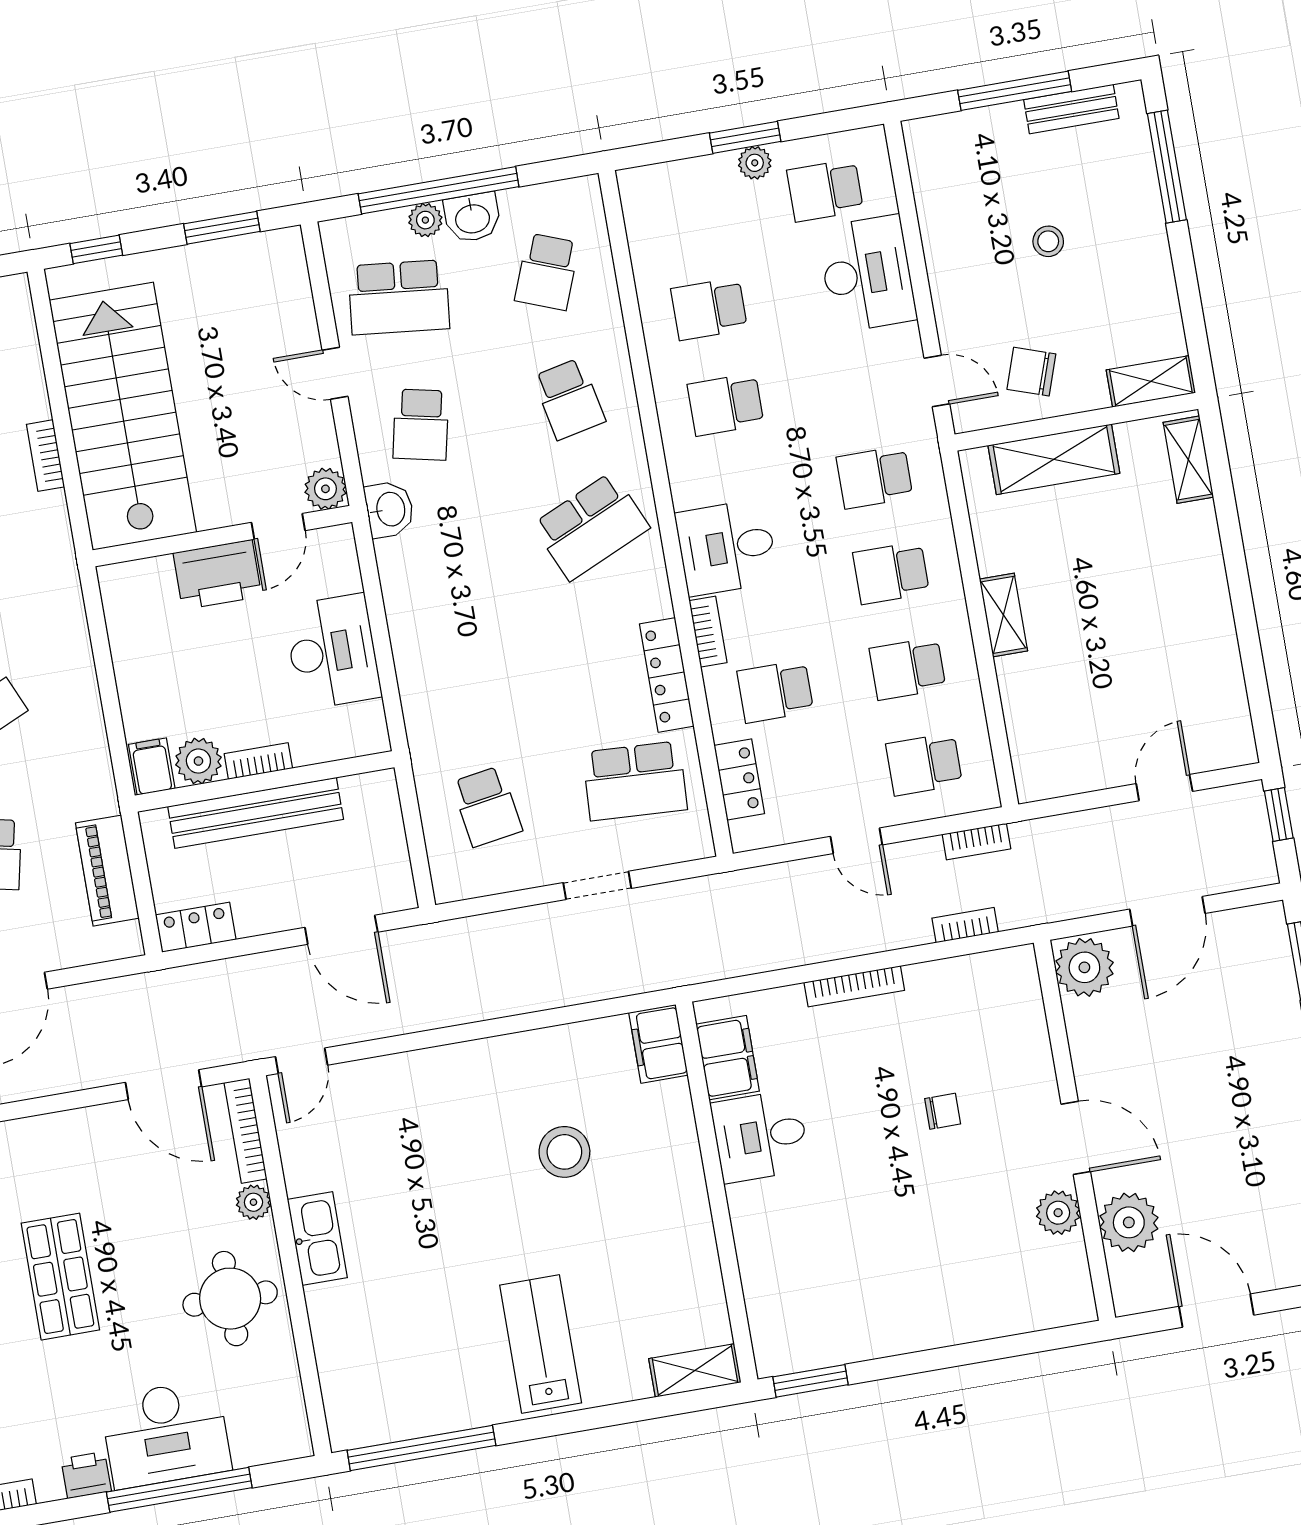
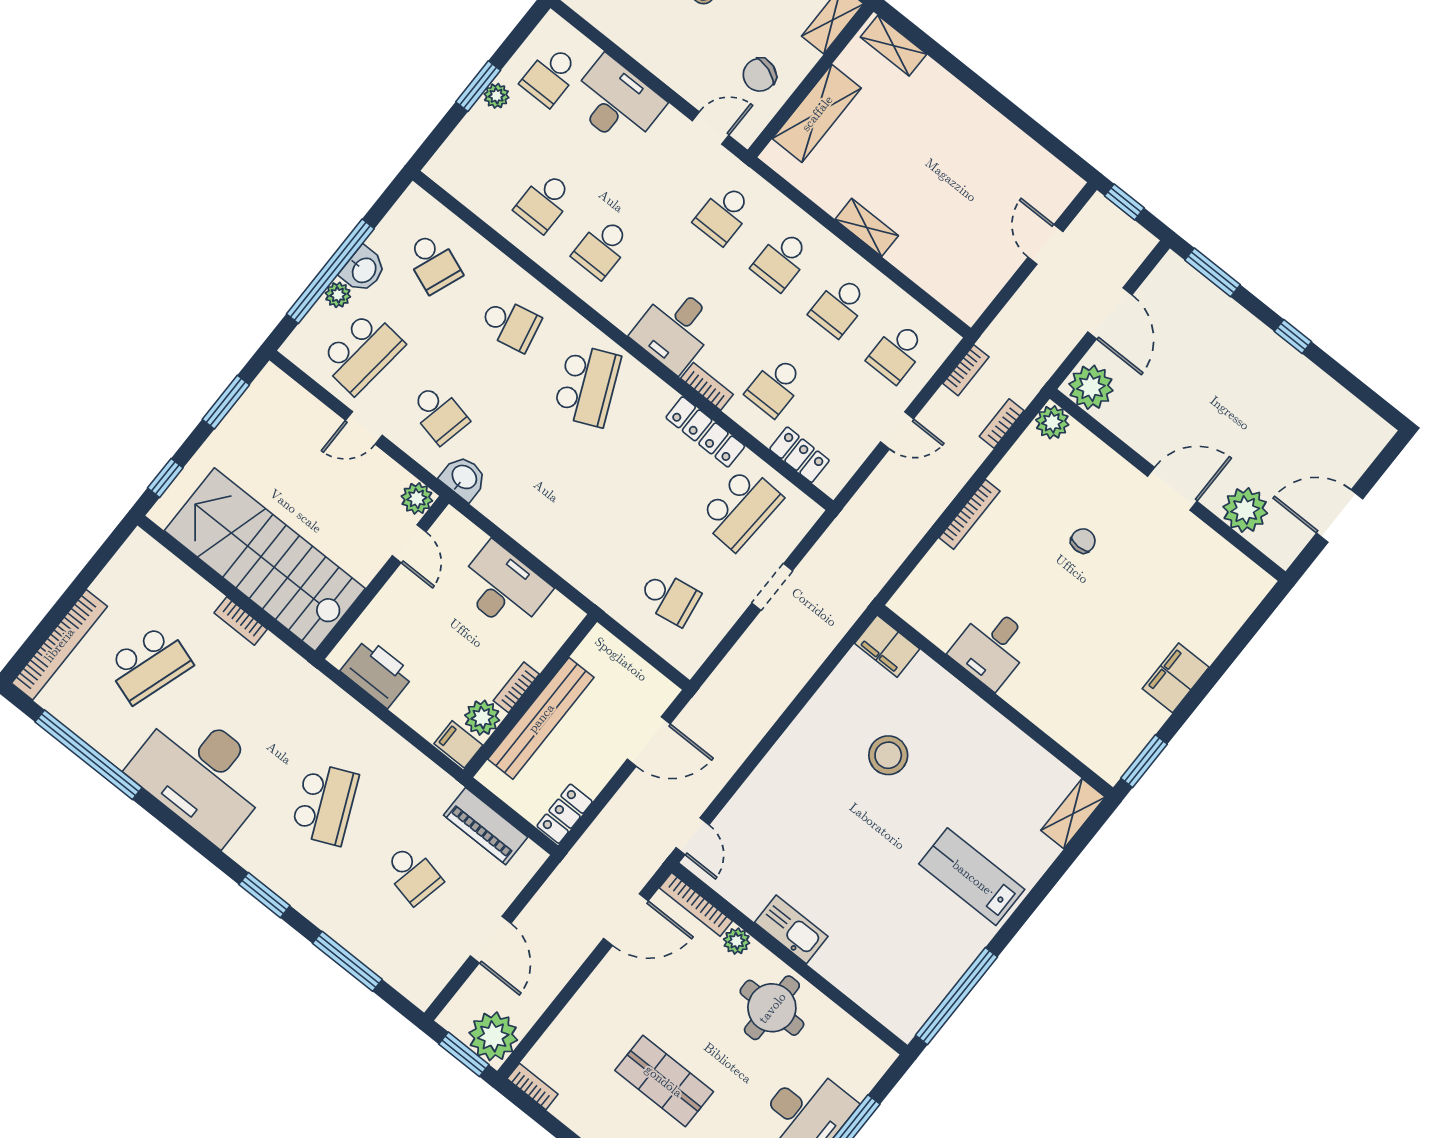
printer: (217, 575) -> (377, 673), moved, turned -90
filing cabinet: (728, 1058) -> (1176, 678), moved, turned -90
plant: (1058, 1213) -> (1052, 422), moved

